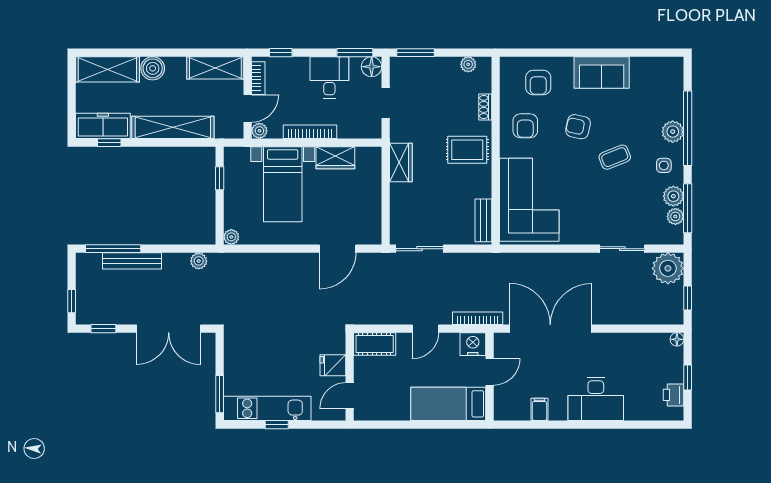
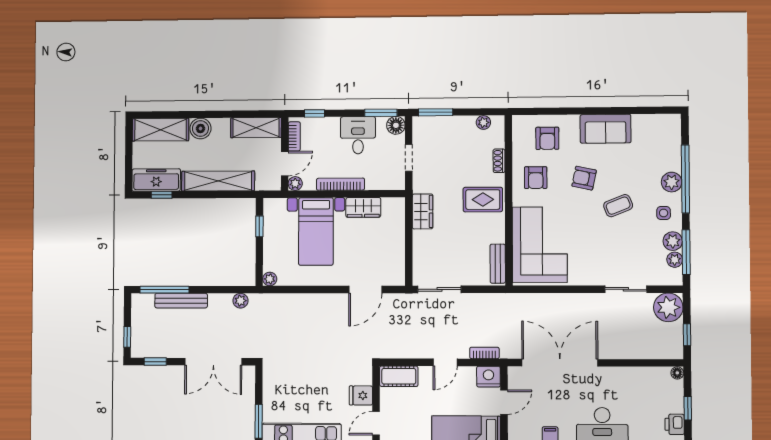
bookcase: (478, 318) -> (484, 353), width x0.64

